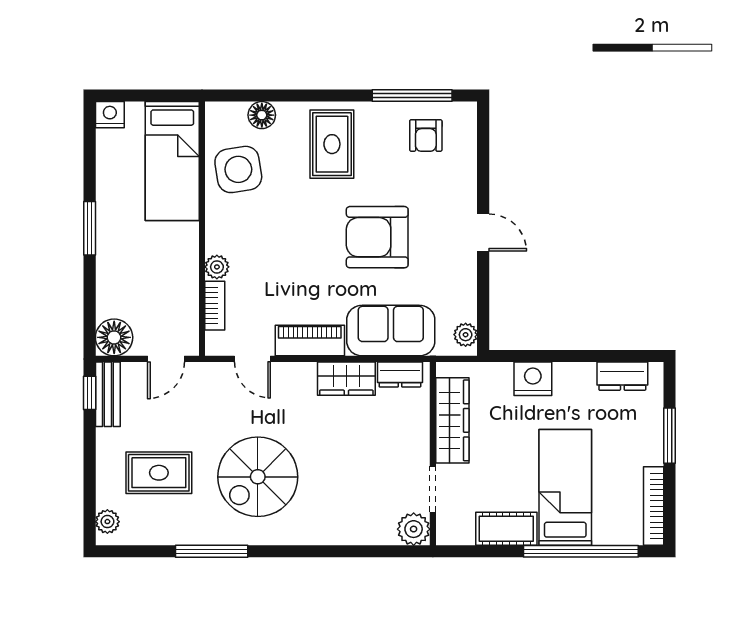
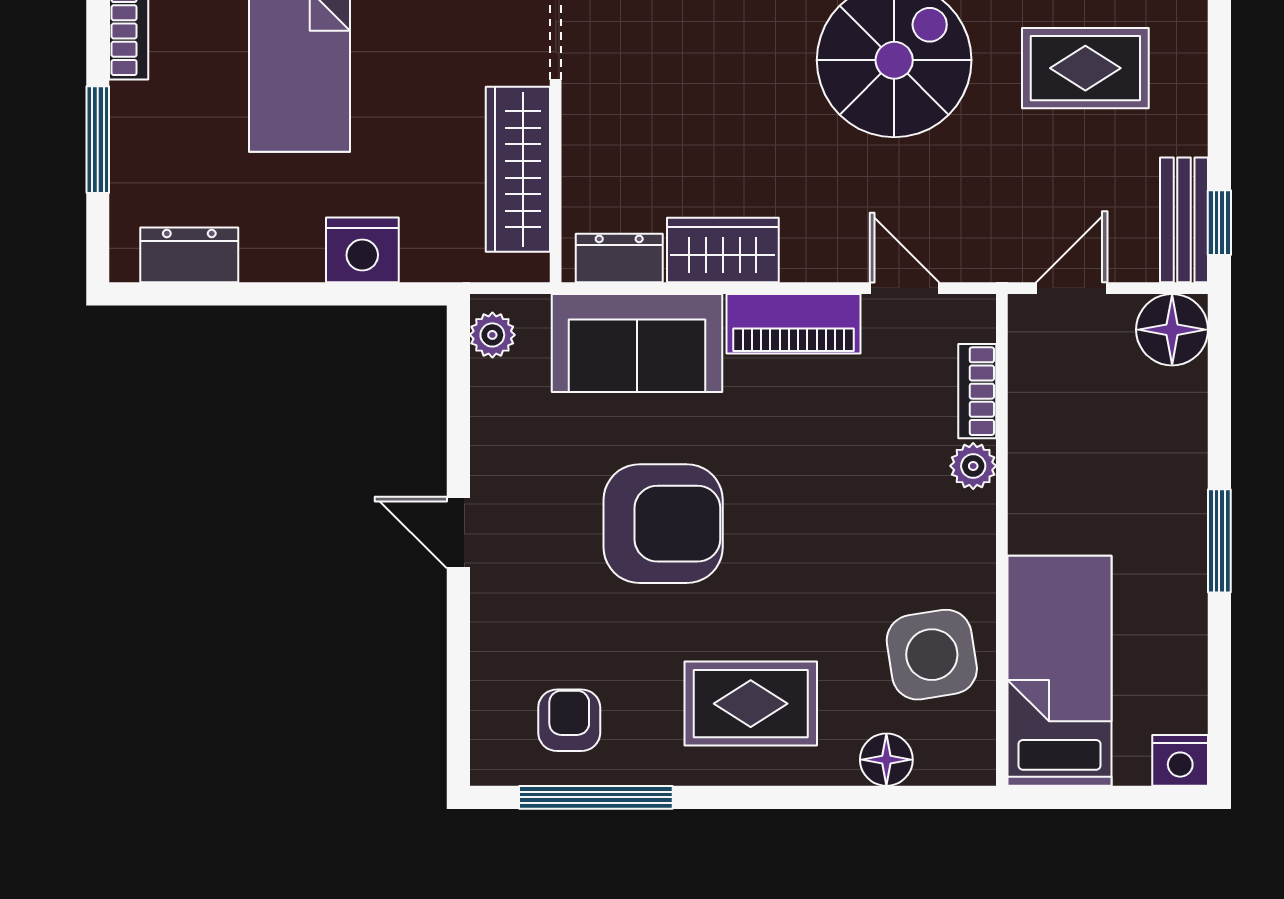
rug: (332, 144) -> (751, 704), turned 90

